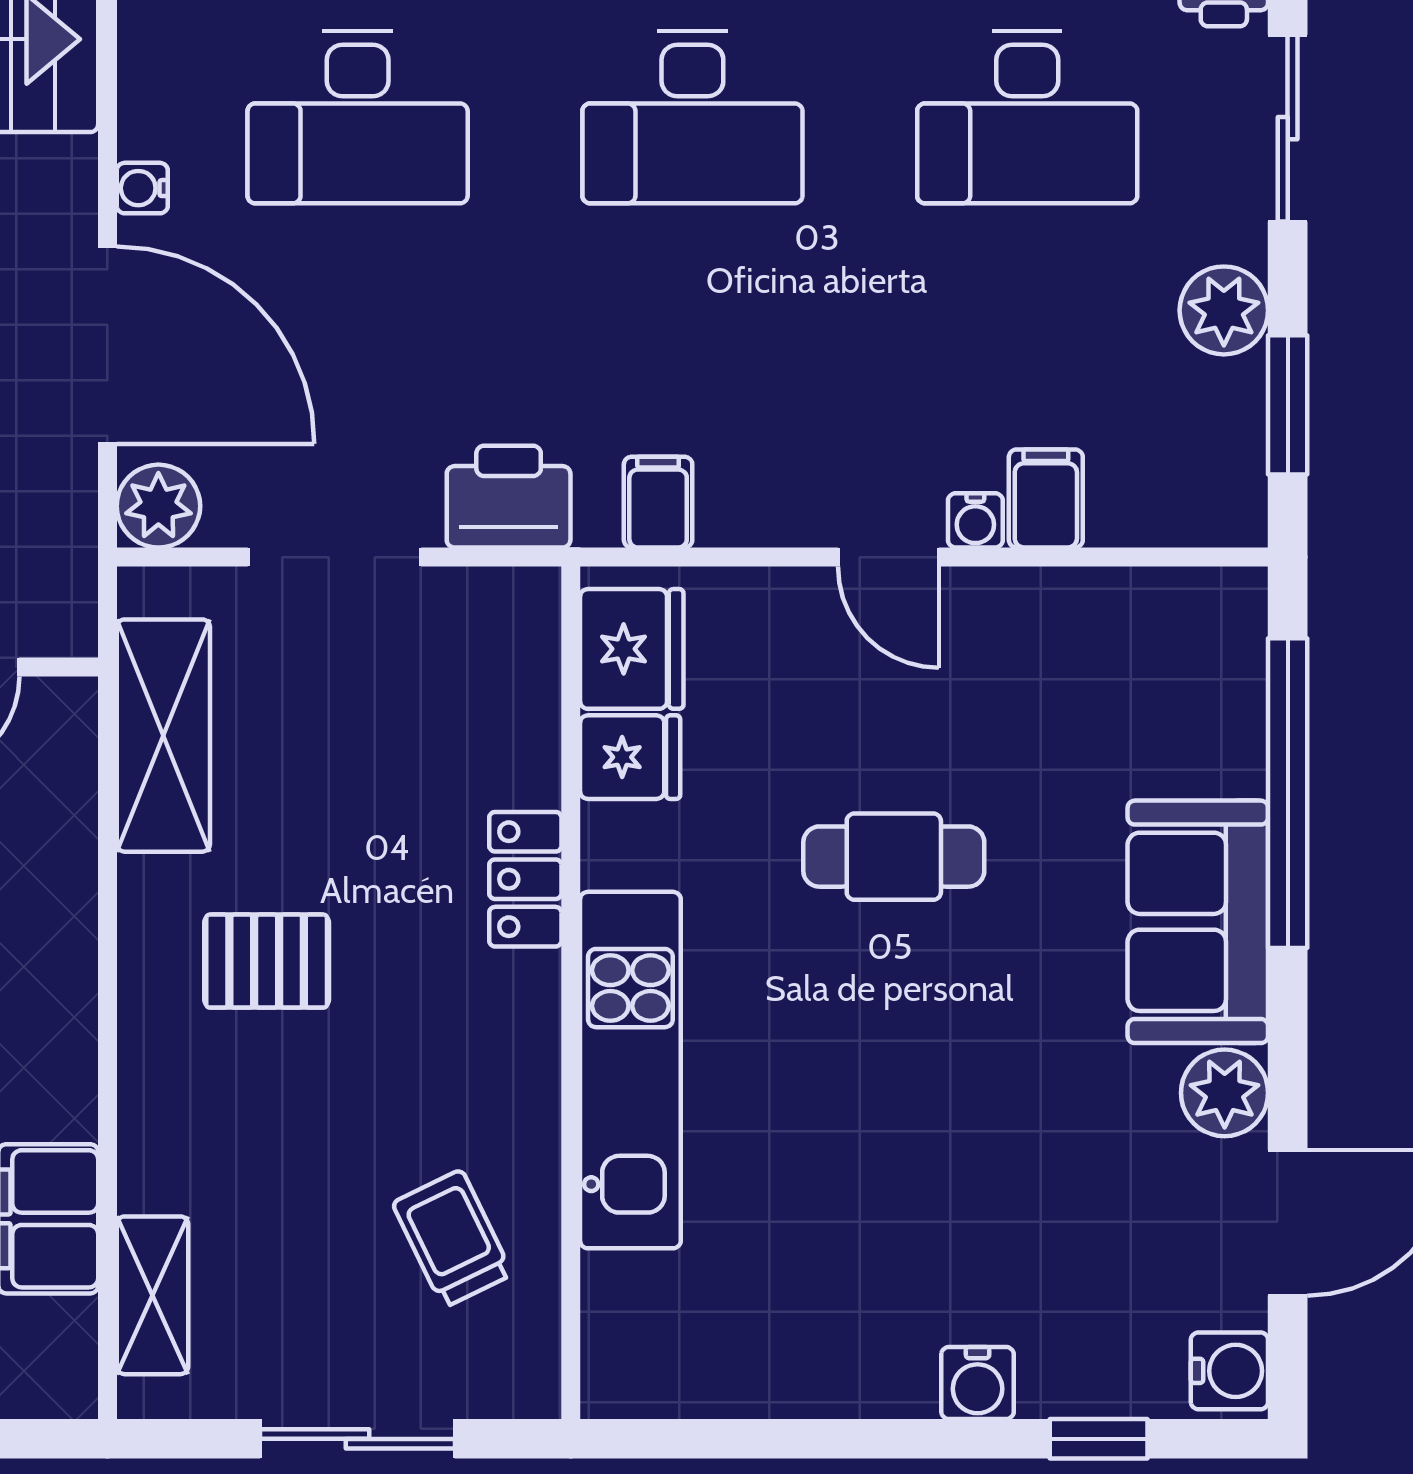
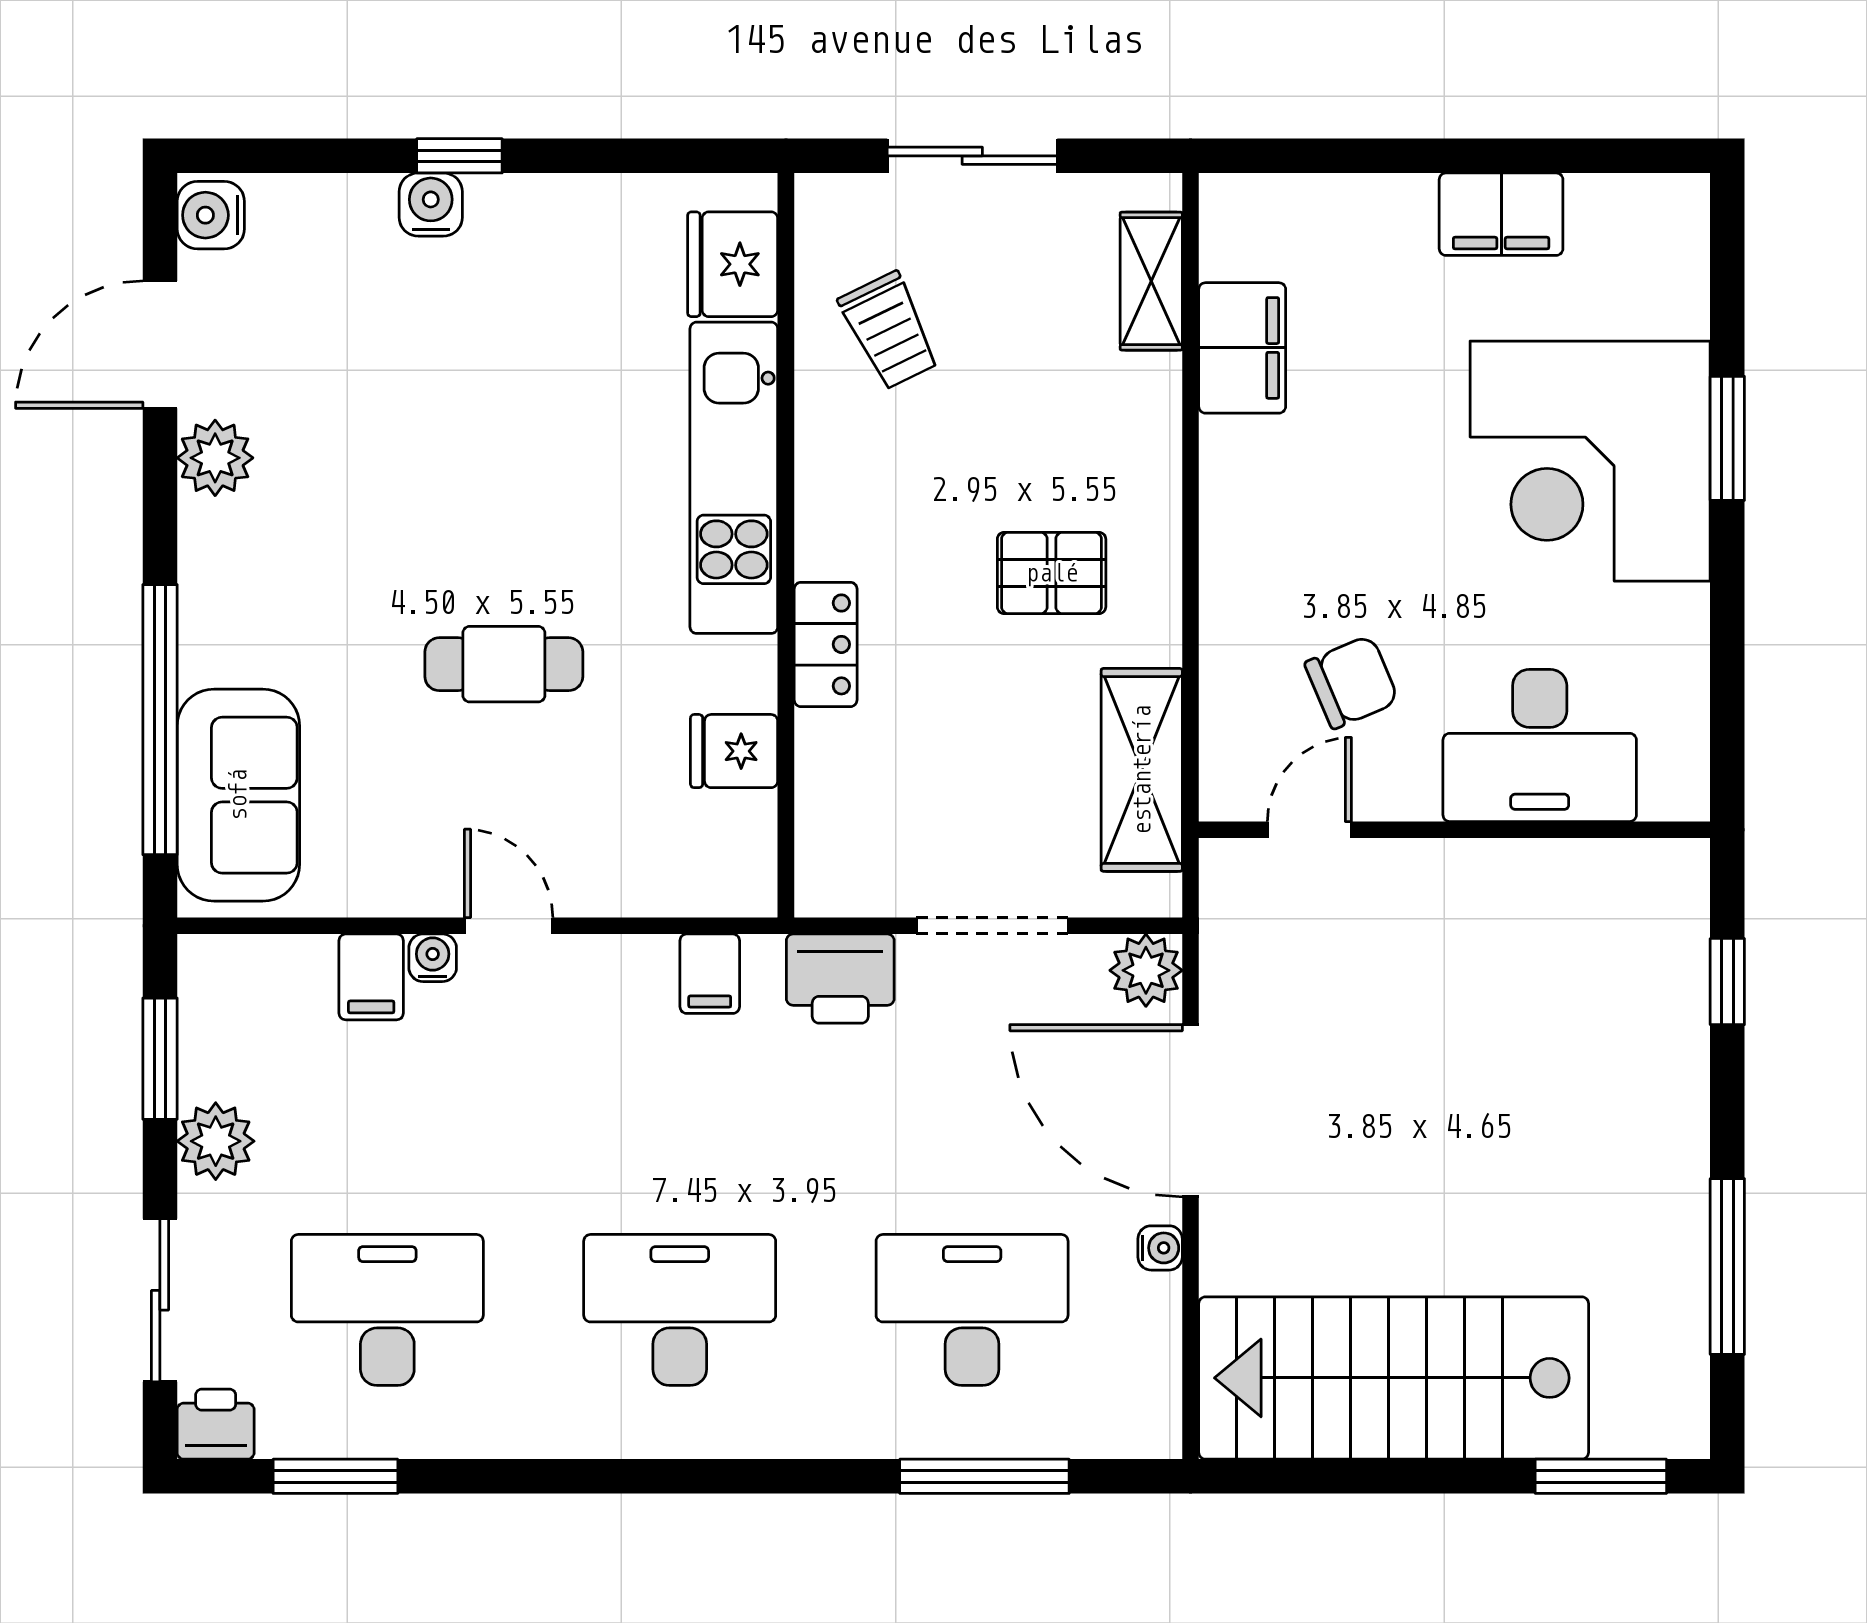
fridge: (632, 649) -> (733, 264), moved
sofa: (1198, 922) -> (238, 795), moved
window: (1099, 1439) -> (459, 156), moved

